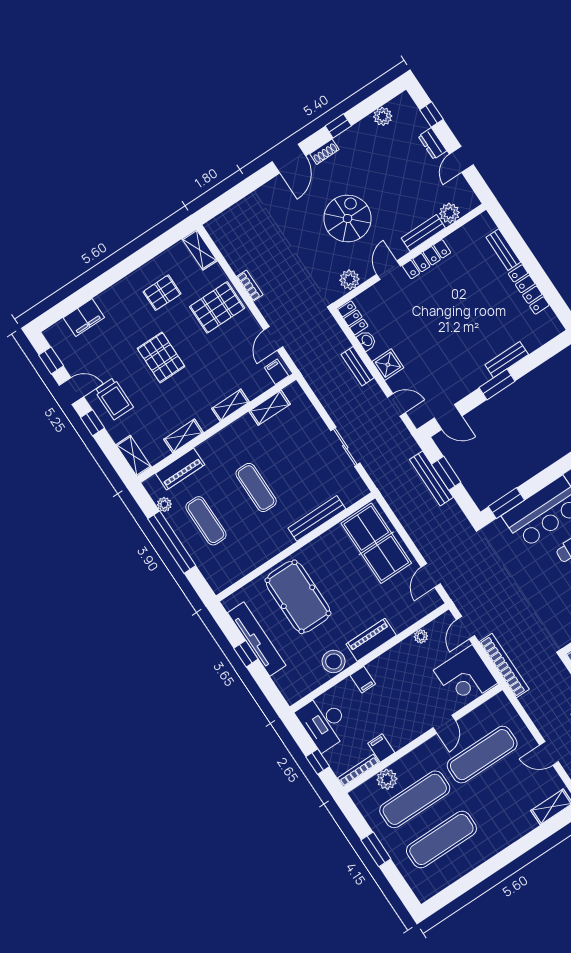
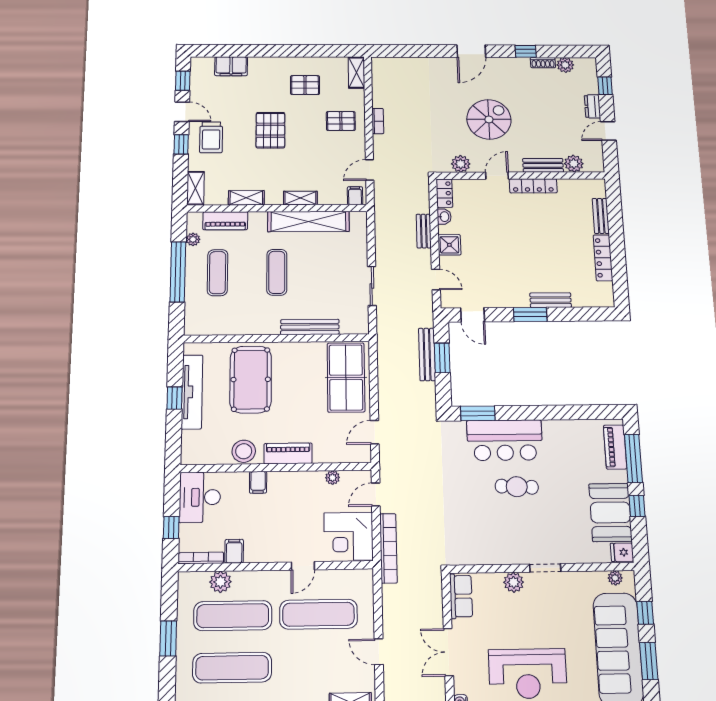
shoe rack: (324, 152) -> (543, 63), moved
pallet: (217, 307) -> (341, 121), width x0.67, depth x0.71
shelving: (270, 408) -> (308, 222), width x2.20, depth x1.33

